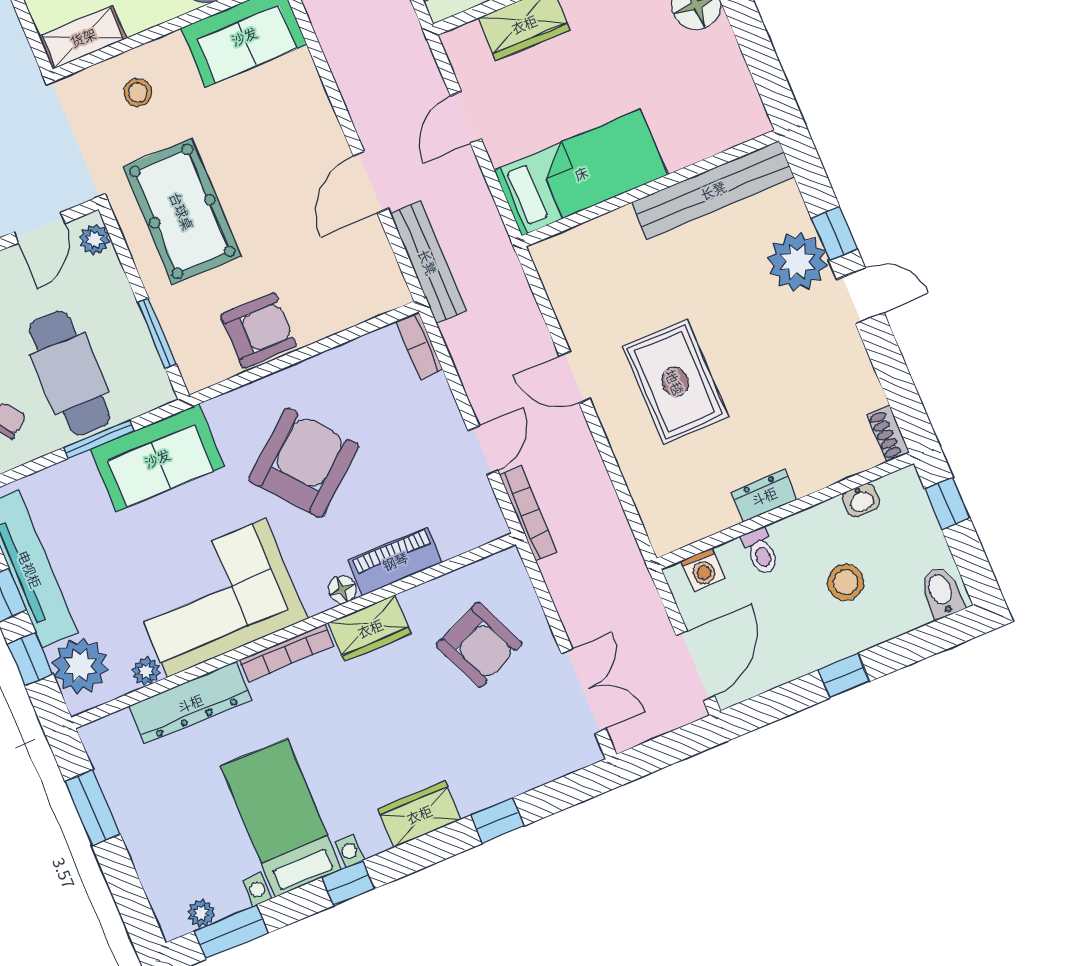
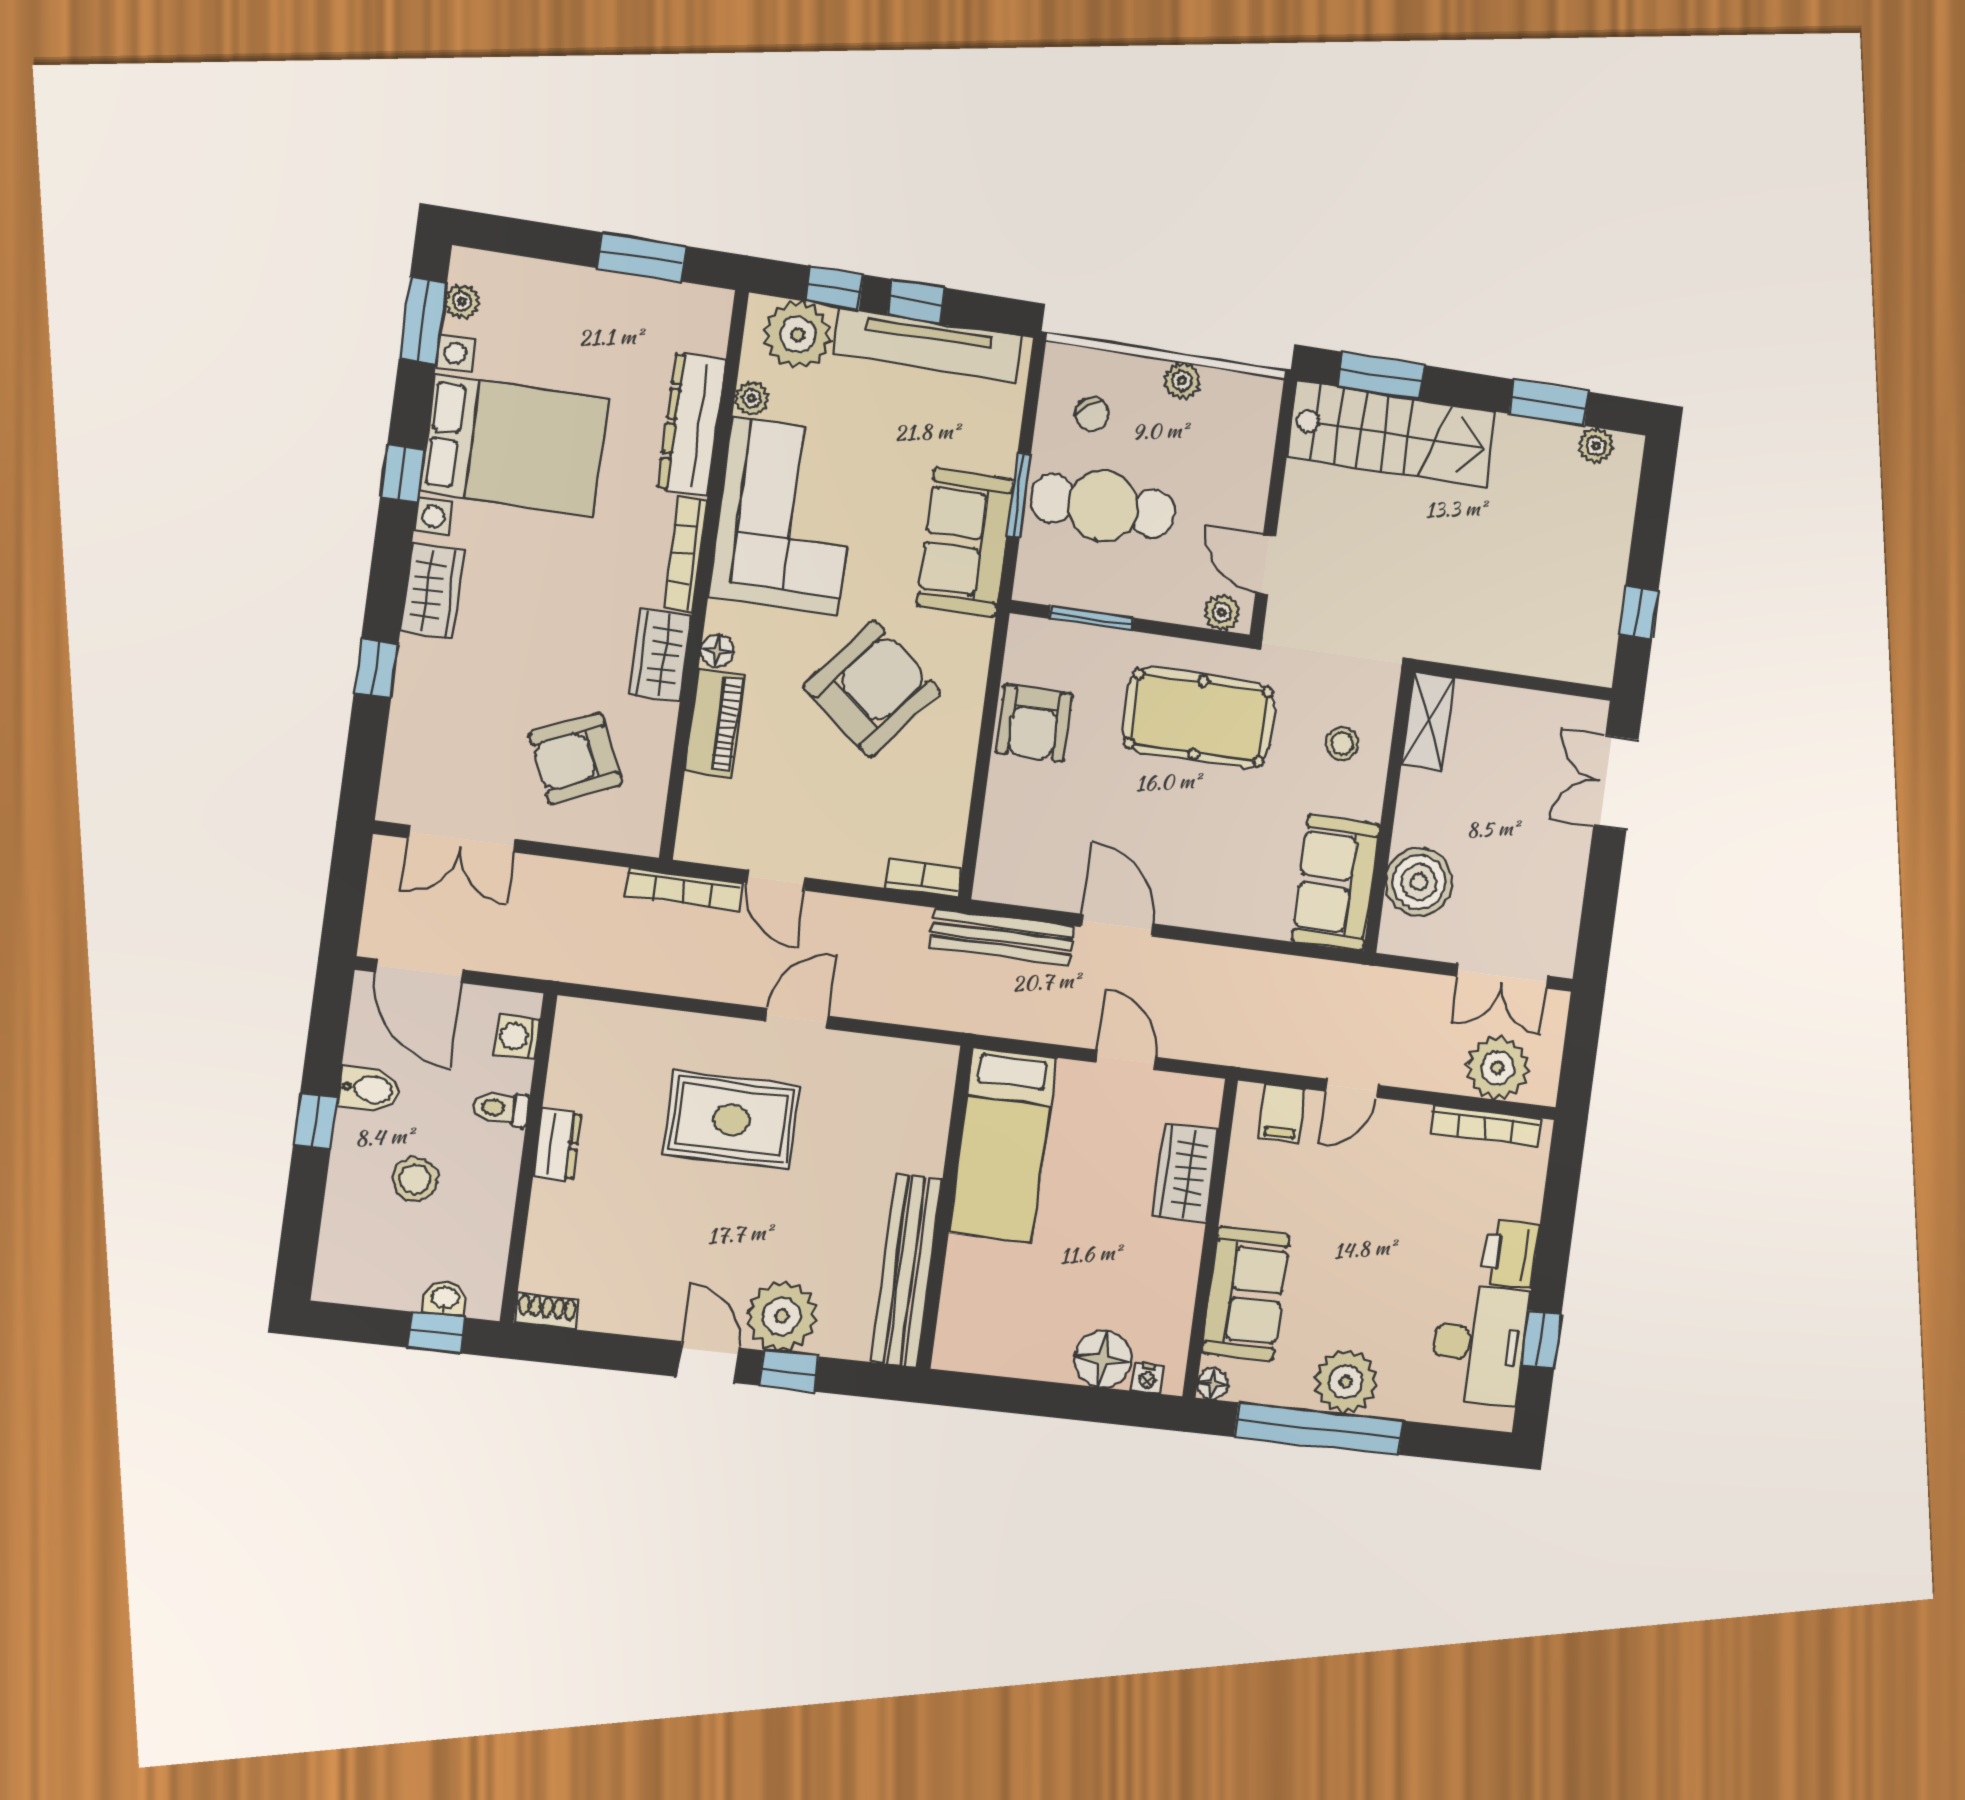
door: (860, 296) -> (708, 1362), swing flipped
armchair: (304, 463) -> (872, 689), turned -101
washbasin: (861, 500) -> (445, 1299), moved, turned 90
bidet: (941, 592) -> (369, 1089), moved
bed with nightstands: (281, 818) -> (514, 445), width x1.36

